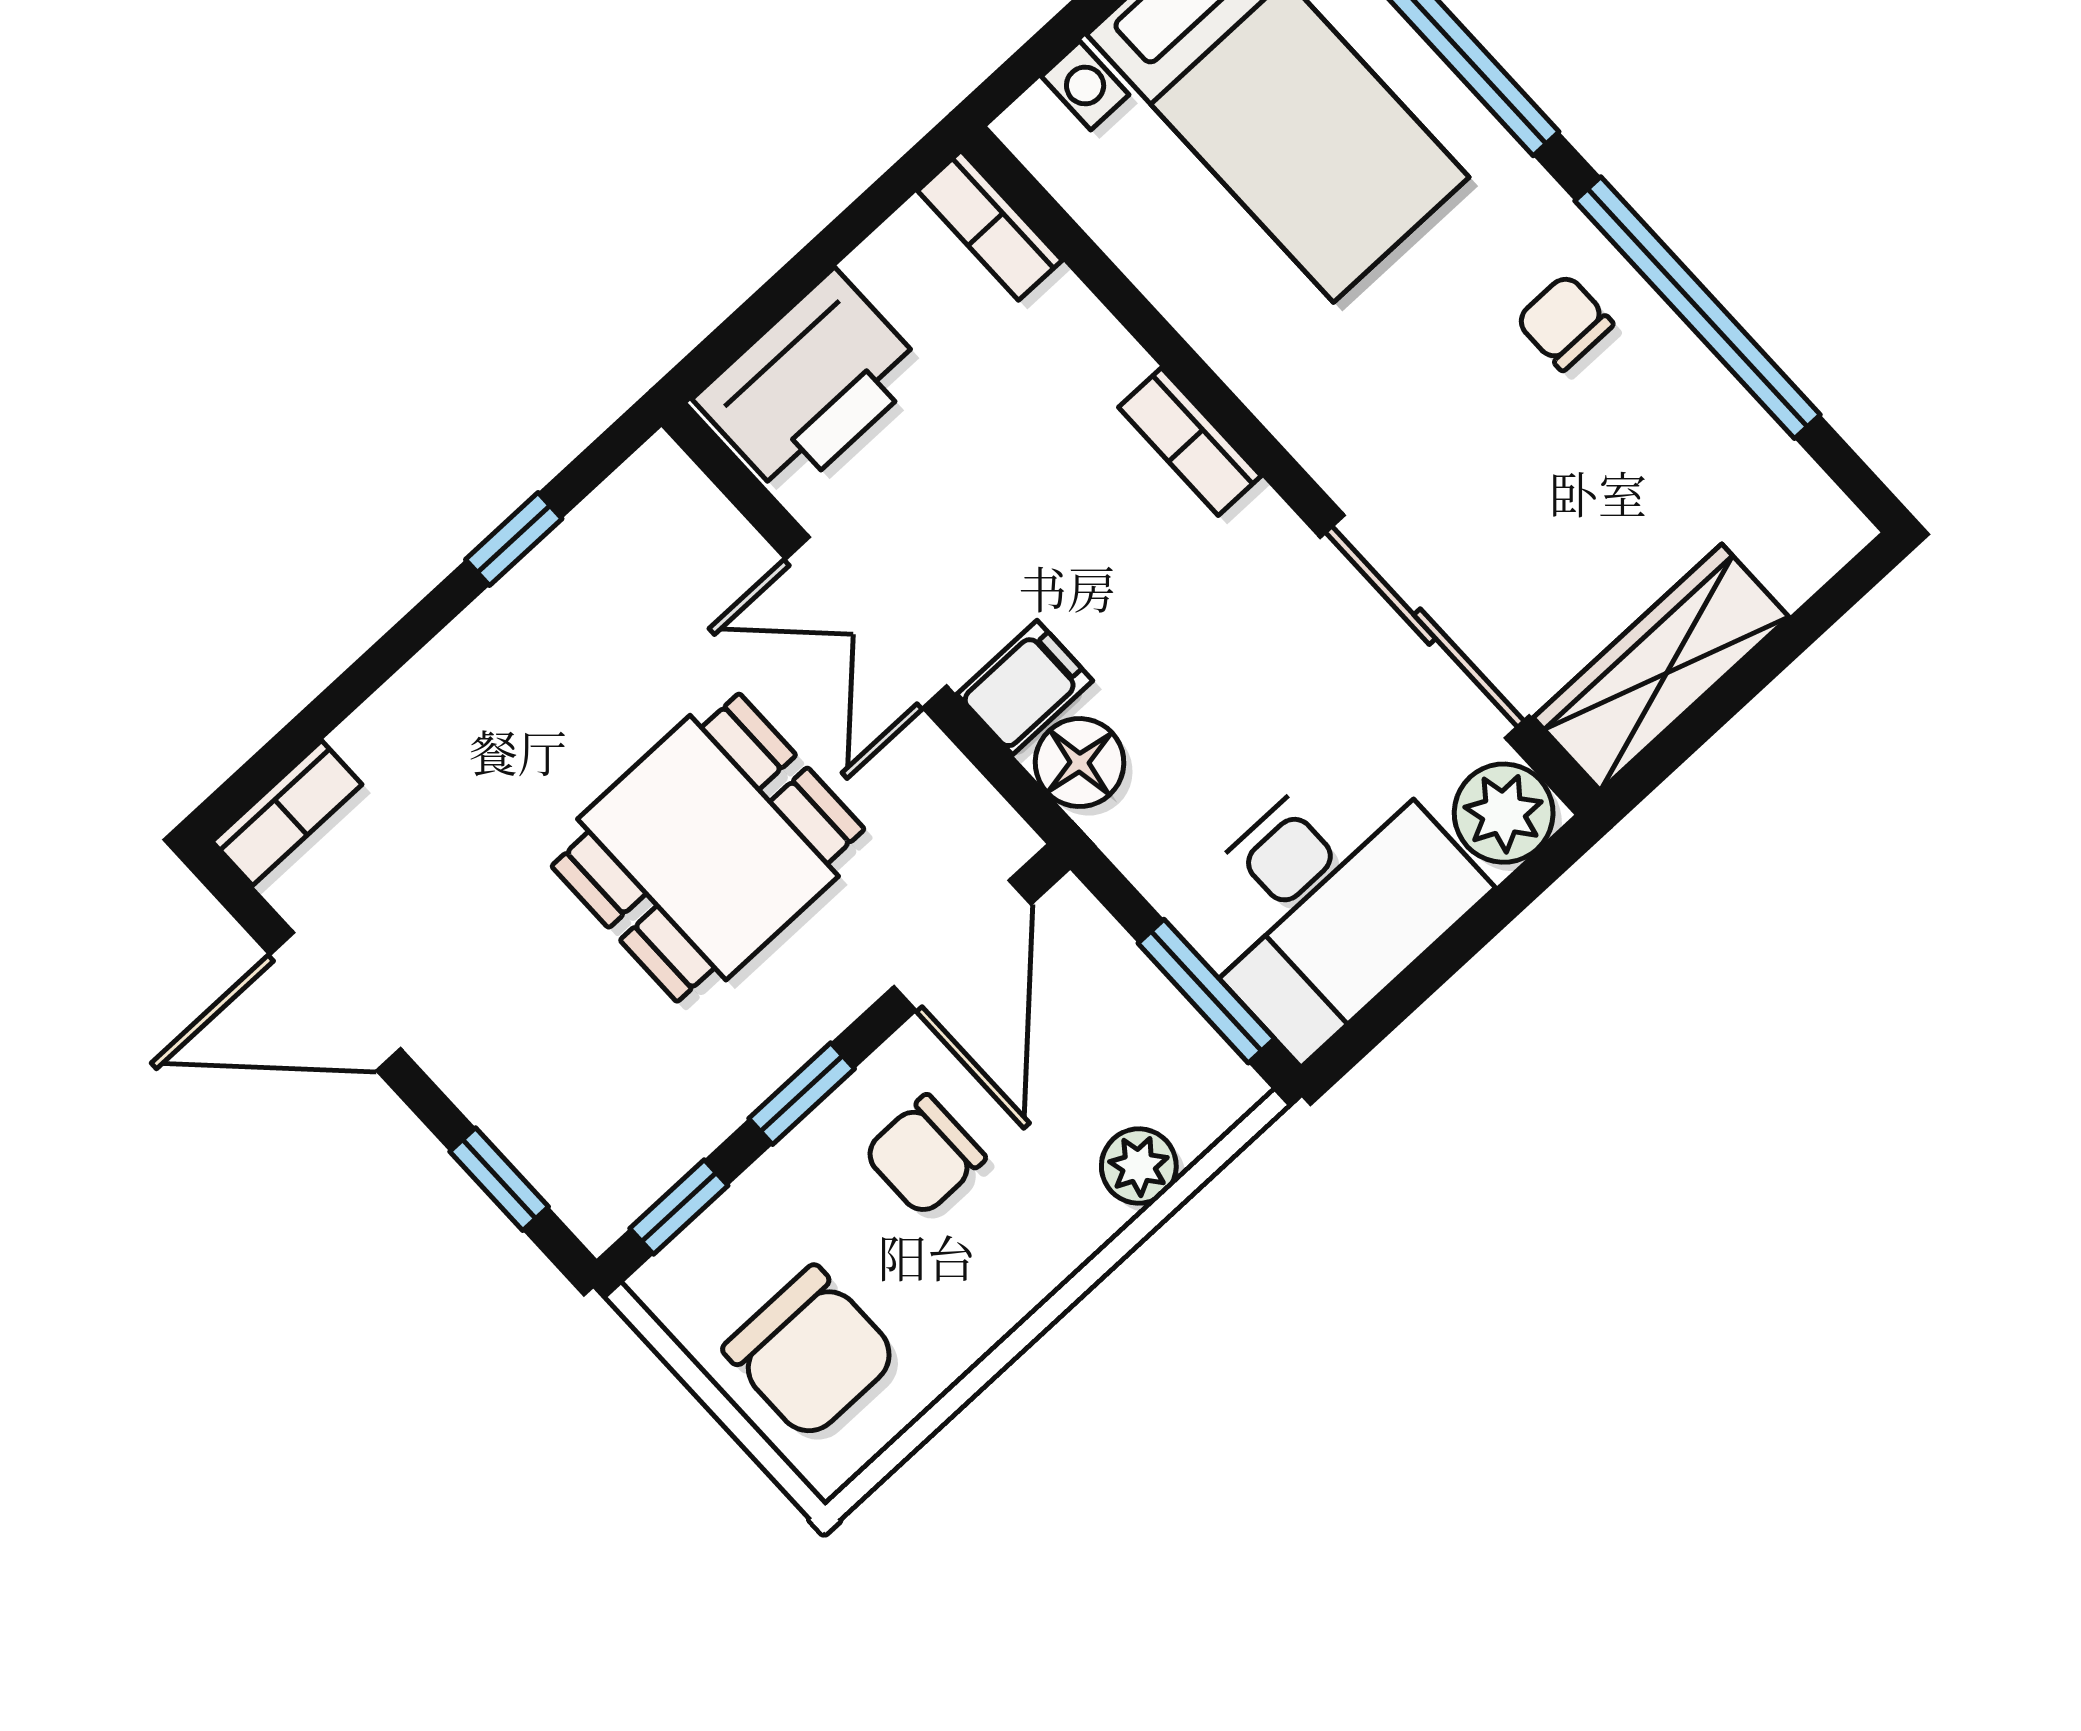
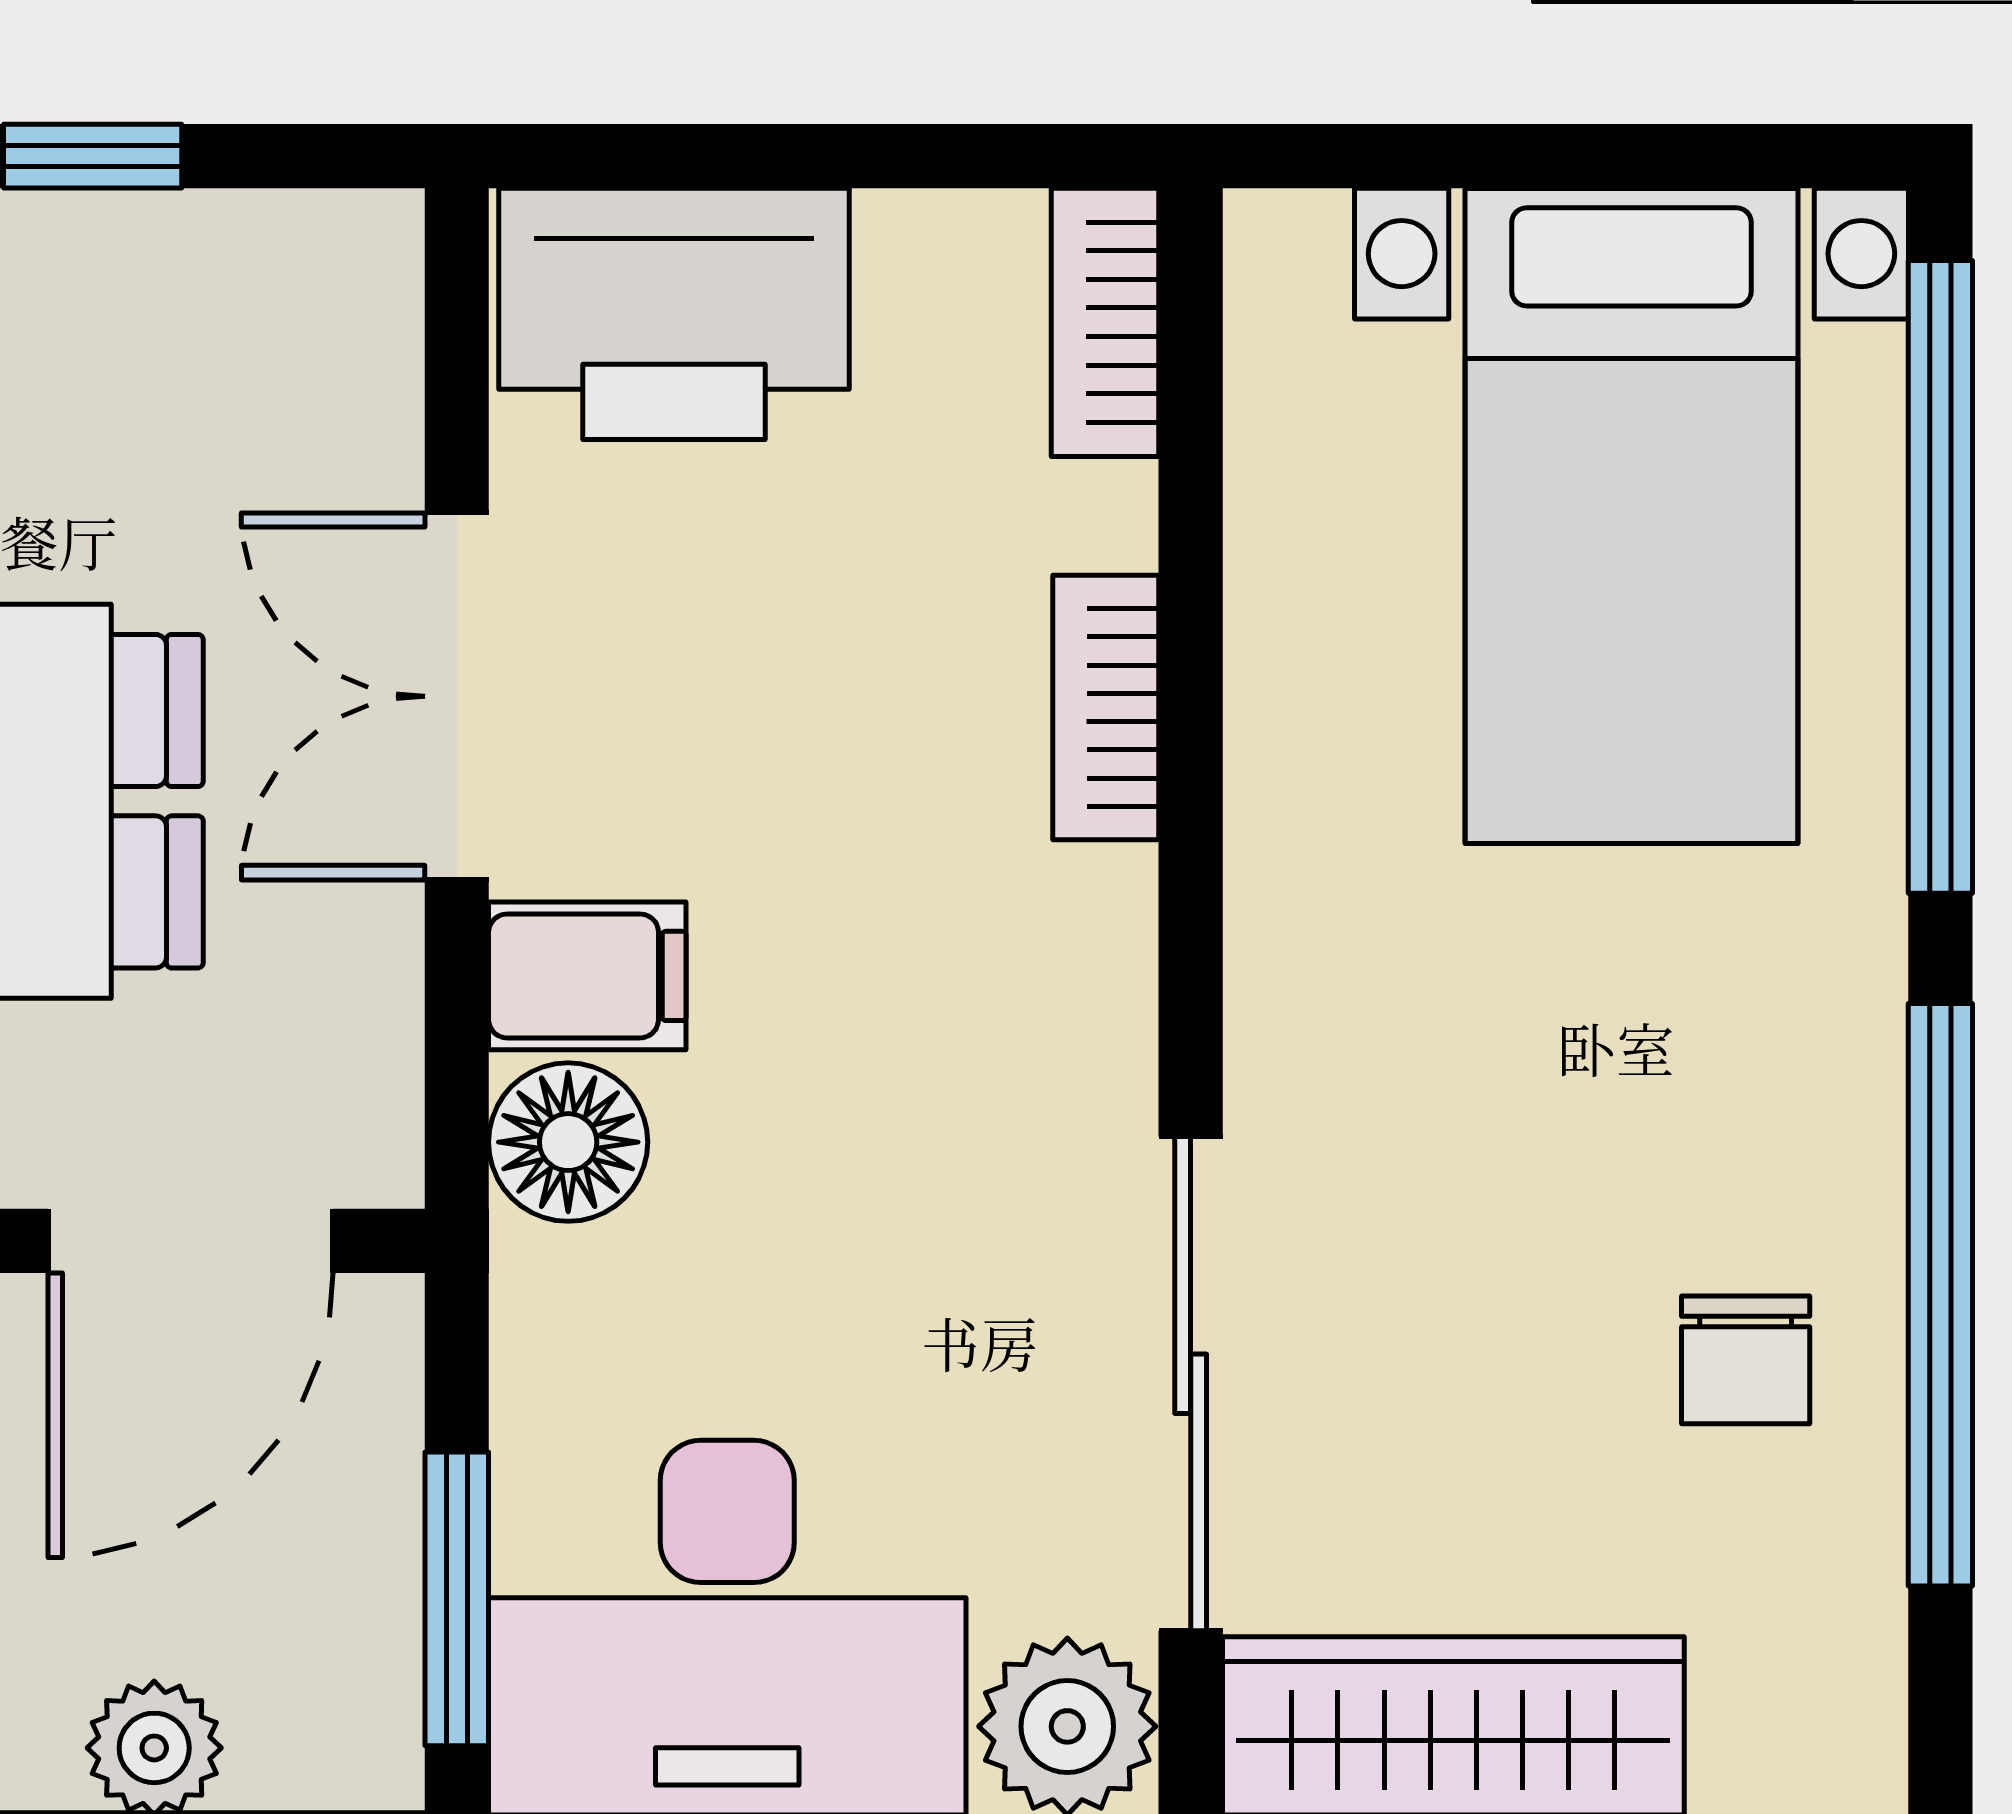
chair: (1565, 322) -> (1746, 1360), moved, turned 180
bookcase: (1190, 442) -> (1106, 708), moved

